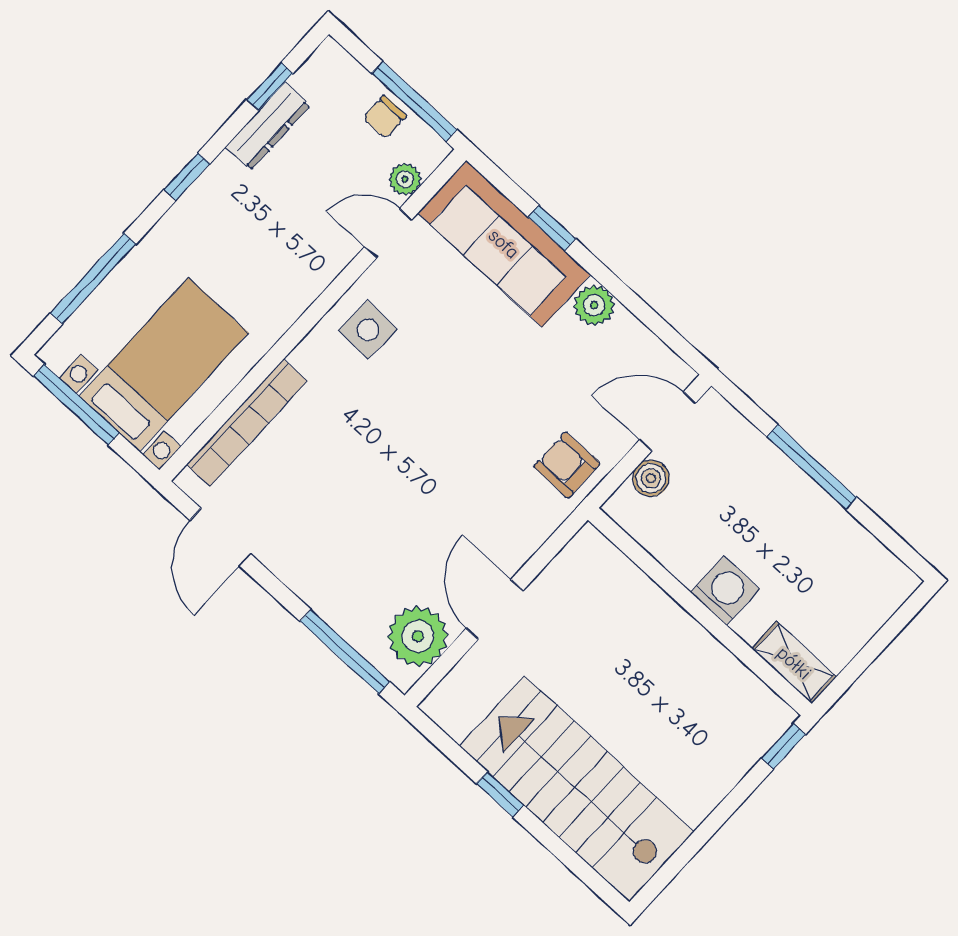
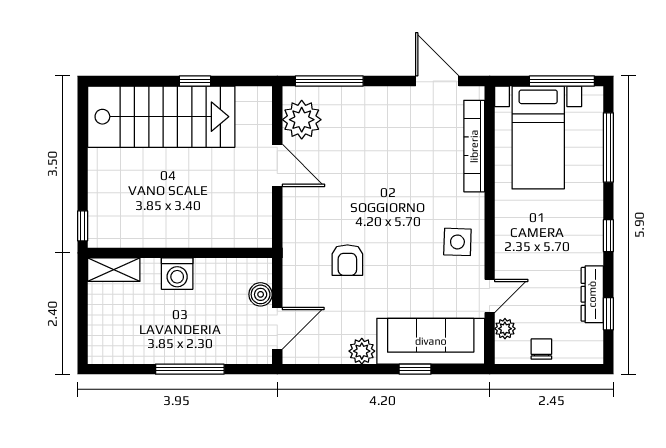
window: (414, 102) -> (534, 369), removed
armchair: (567, 465) -> (347, 260), moved, turned 90

